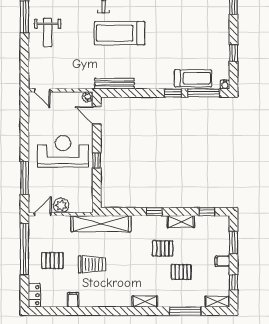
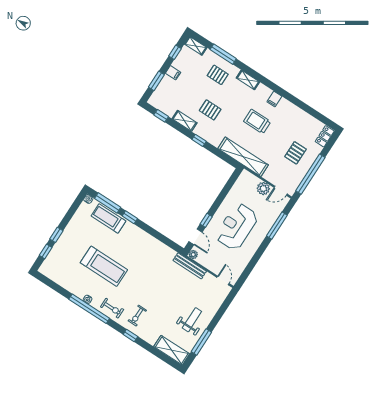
treadmill: (120, 33) -> (104, 266), moved
window: (233, 53) -> (56, 235), moved
bench: (114, 84) -> (190, 266), moved
reception desk: (63, 151) -> (237, 227), turned 90
window: (97, 160) -> (206, 220), moved
pallet: (52, 261) -> (295, 153), turned 90
trolley: (92, 264) -> (257, 121), moved
pallet: (181, 272) -> (218, 75), moved
filing cabinet: (73, 300) -> (274, 99), moved

